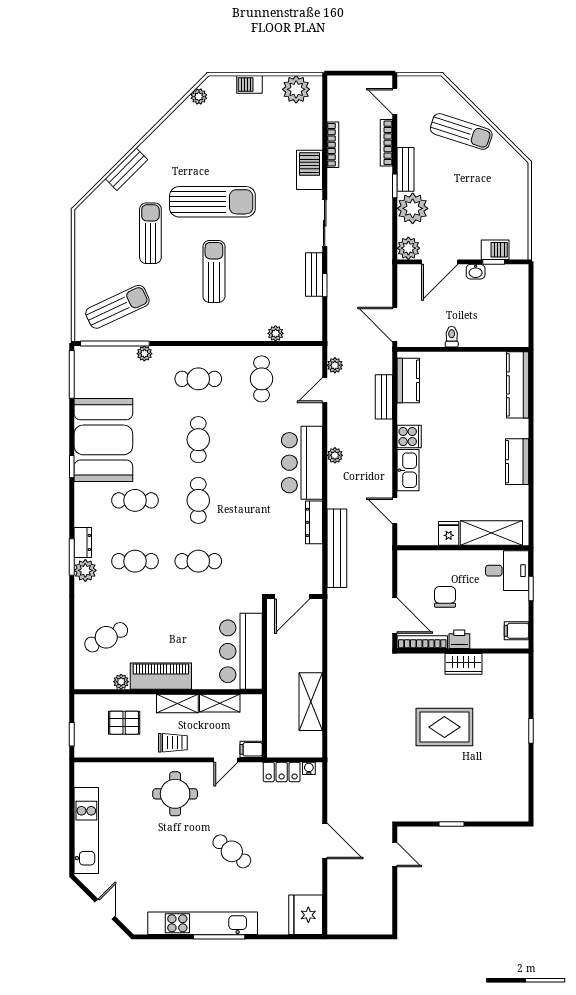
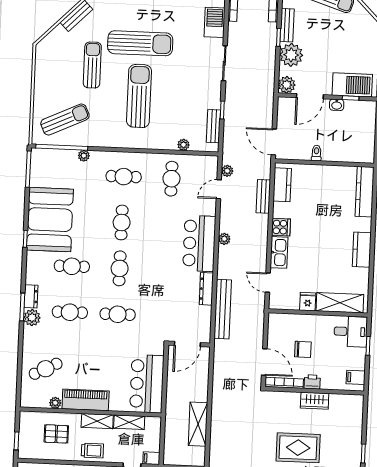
barbecue: (495, 250) -> (352, 85), width x1.88, depth x1.53
sun lounger: (214, 271) -> (139, 96), width x1.36, depth x1.34
bench: (314, 274) -> (213, 126), moved
chair: (445, 597) -> (303, 349), turned 90

